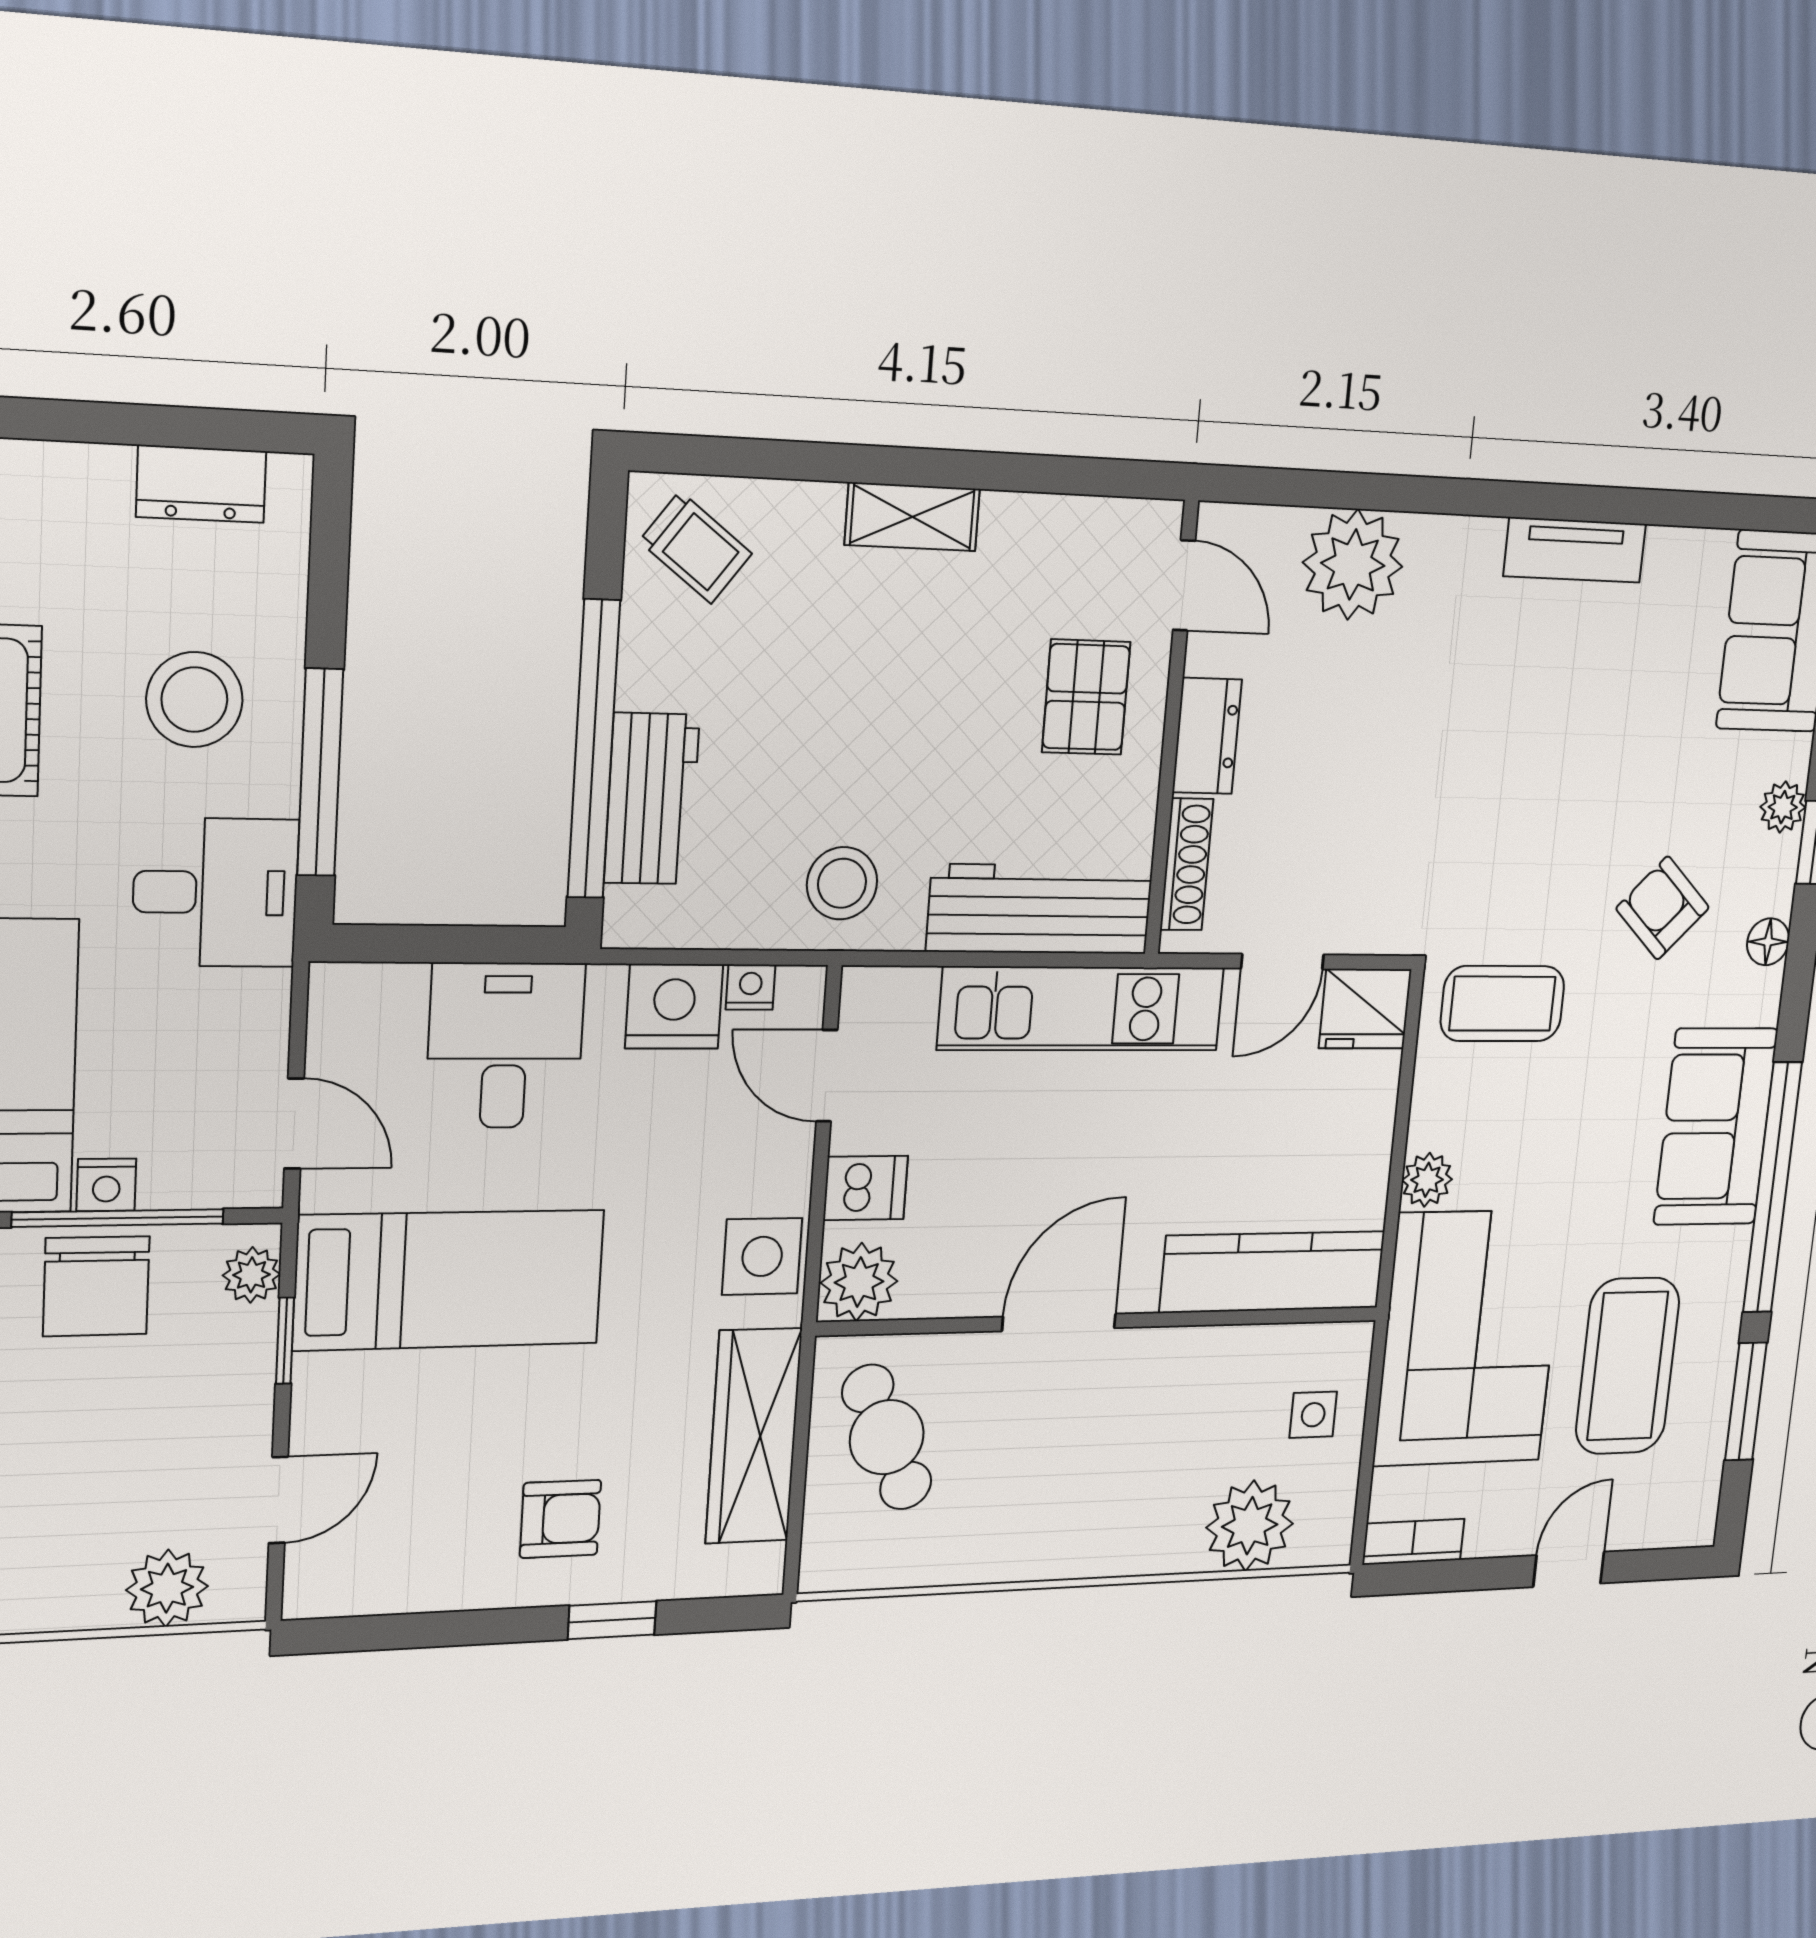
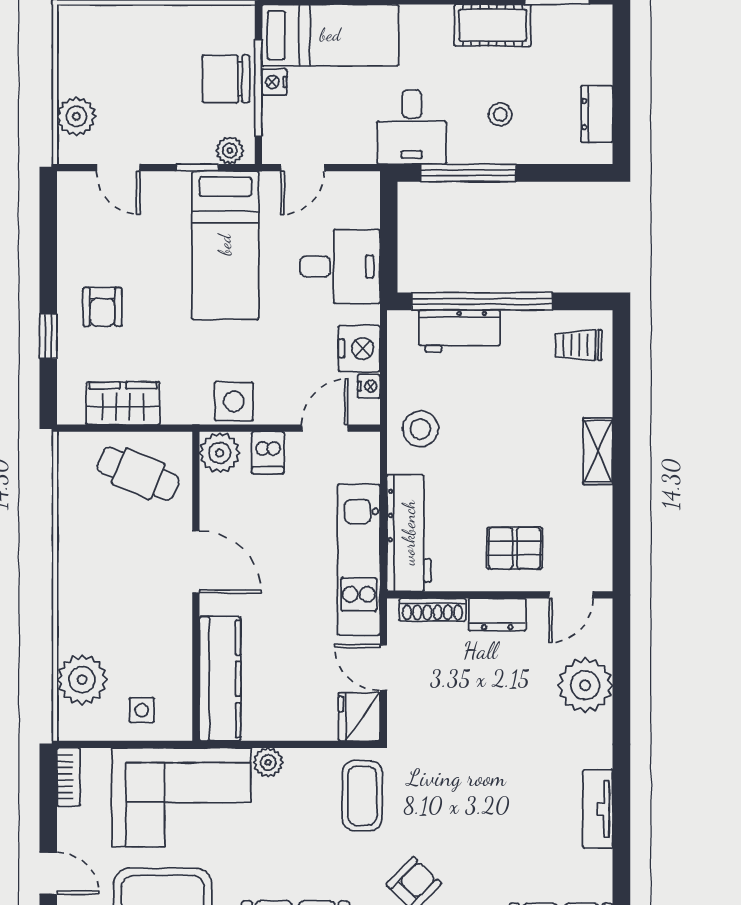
trolley: (696, 547) -> (579, 345), turned 53
stool: (194, 700) -> (500, 114), width x0.53, depth x0.53
wardrobe: (754, 1436) -> (123, 403), width x0.67
cafe table: (887, 1437) -> (138, 474), turned 48

